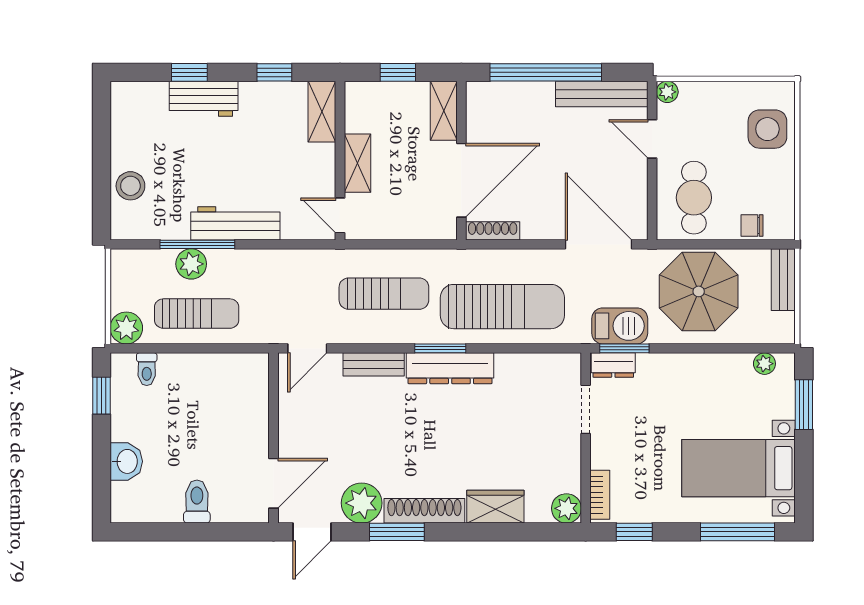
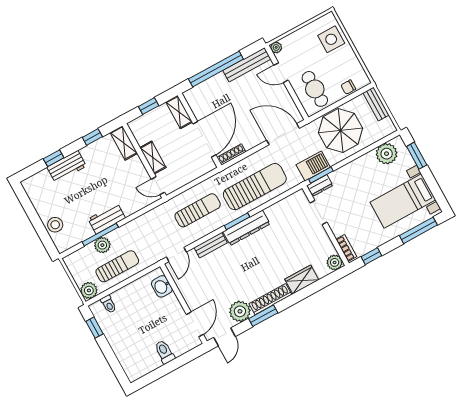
workbench: (235, 223) -> (107, 219), width x0.73
plant: (764, 364) -> (387, 154), width x1.88, depth x1.88
washbasin: (126, 461) -> (162, 286), moved, turned 180

